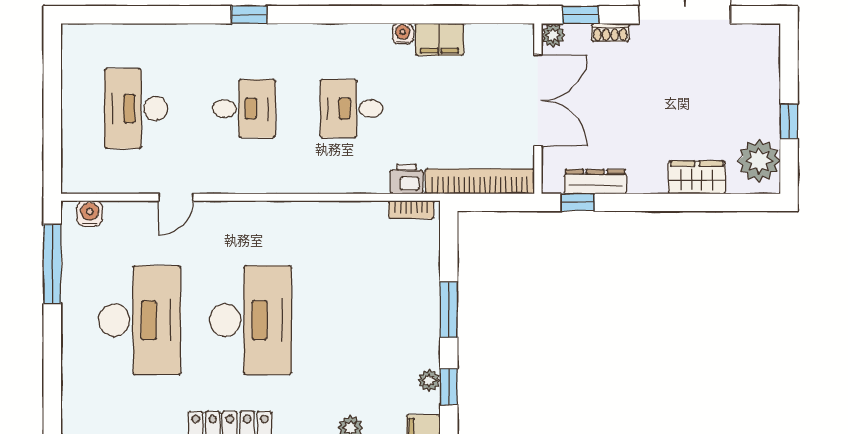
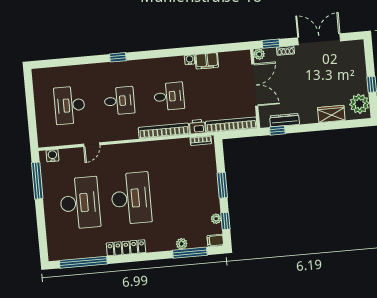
desk: (352, 109) -> (169, 96), turned 180
bookcase: (334, 181) -> (164, 131), added

